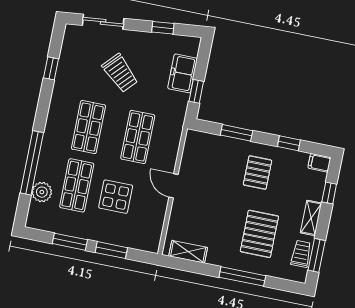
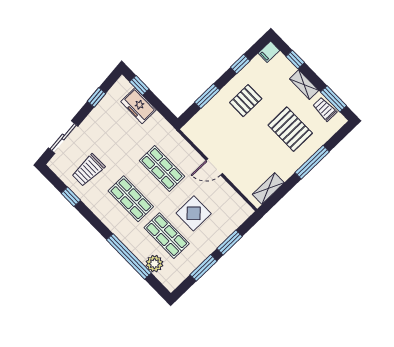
trolley: (120, 73) -> (88, 170), moved, turned 137
window: (196, 91) -> (139, 85), moved
pallet: (257, 173) -> (246, 101), turned 90

